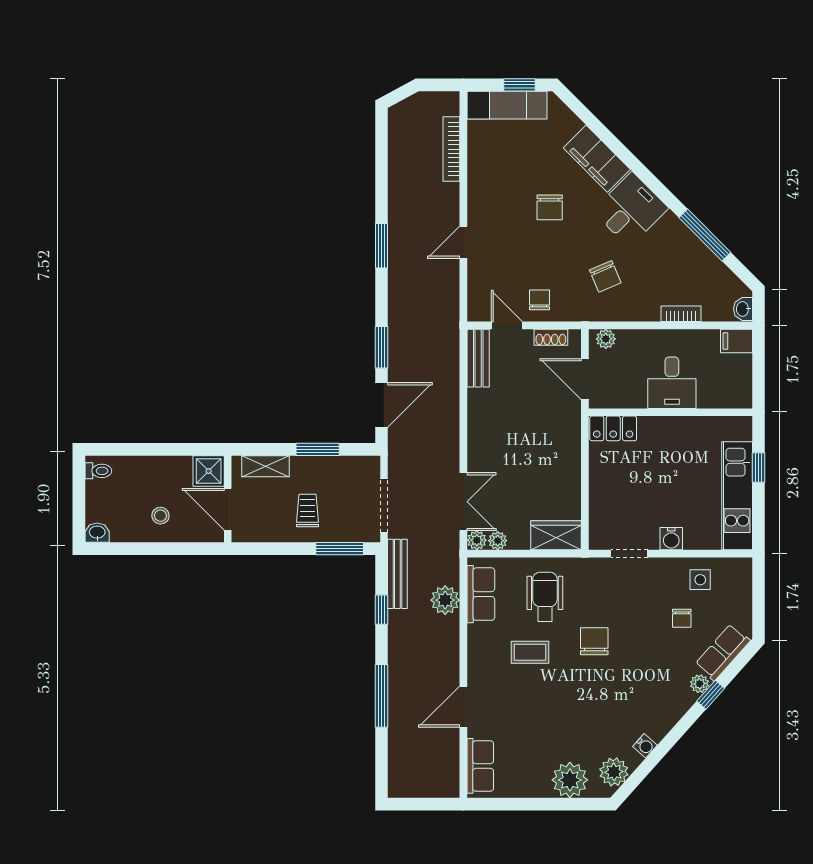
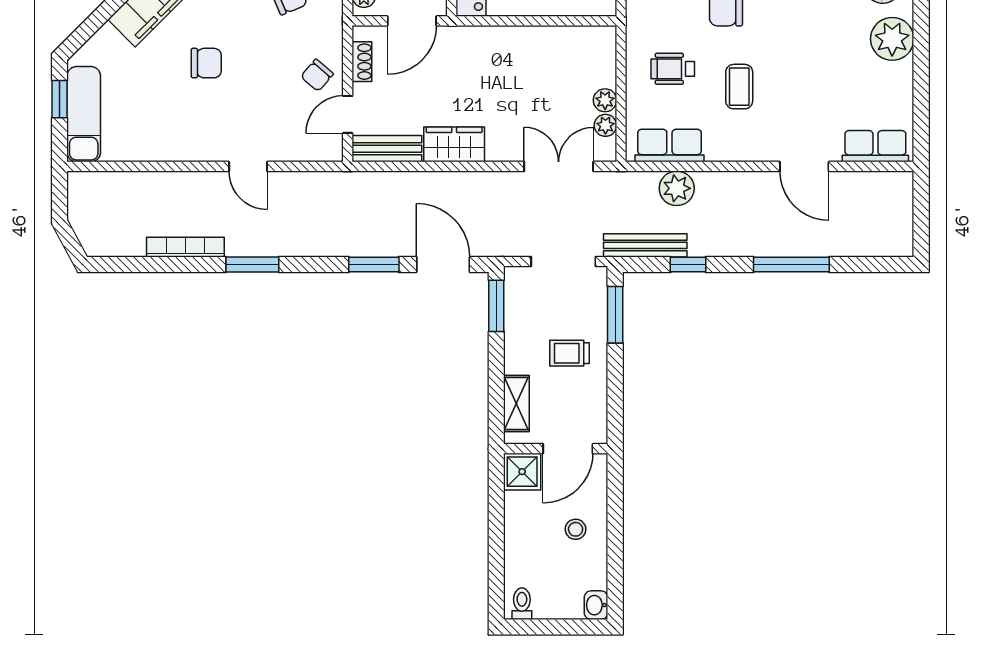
bookcase: (451, 149) -> (185, 247), moved, turned 180
chair: (540, 300) -> (317, 75), turned -49
window: (318, 449) -> (496, 306), moved
wardrobe: (556, 535) -> (454, 144), moved, turned 90
plant: (477, 540) -> (605, 100), moved
wheelchair: (545, 597) -> (673, 69), width x0.73, depth x0.73

